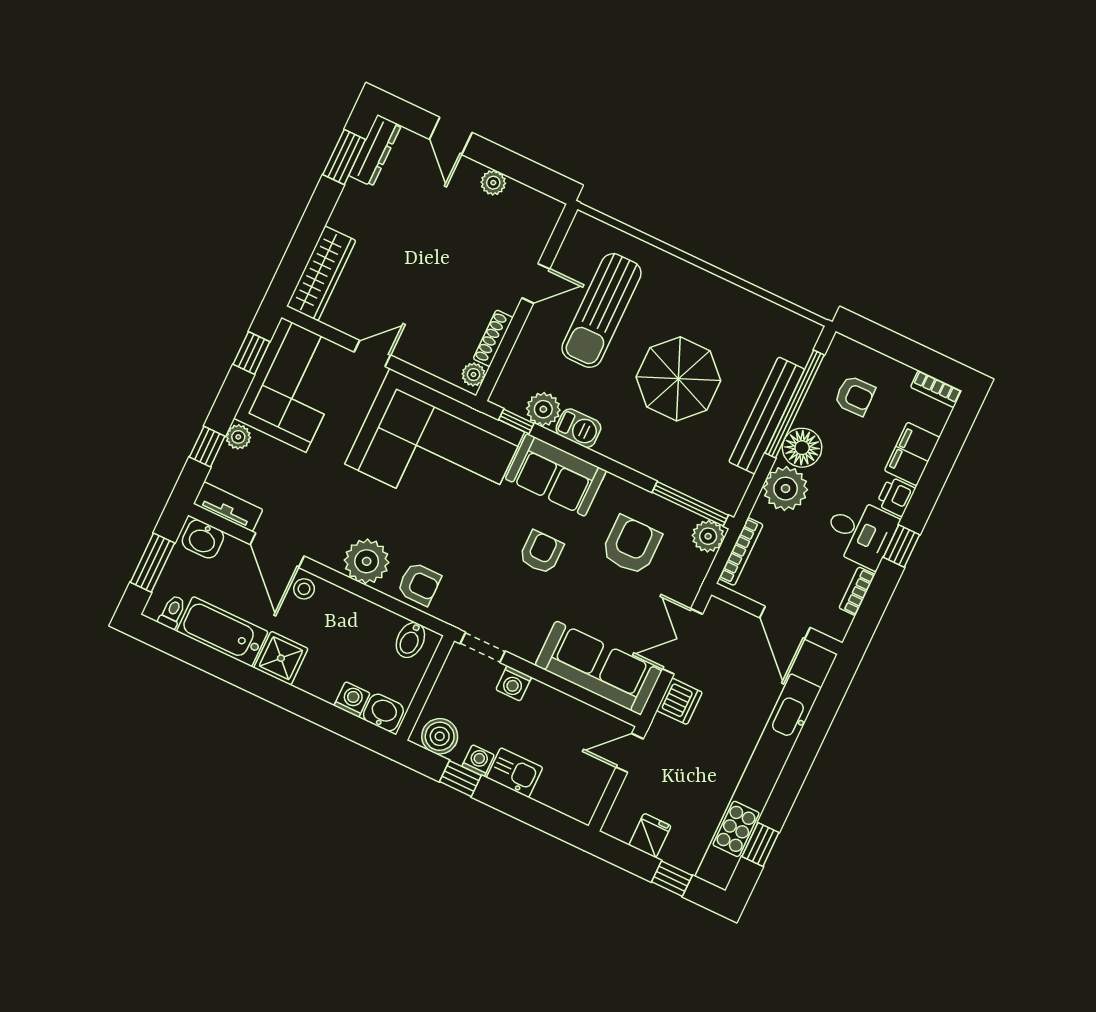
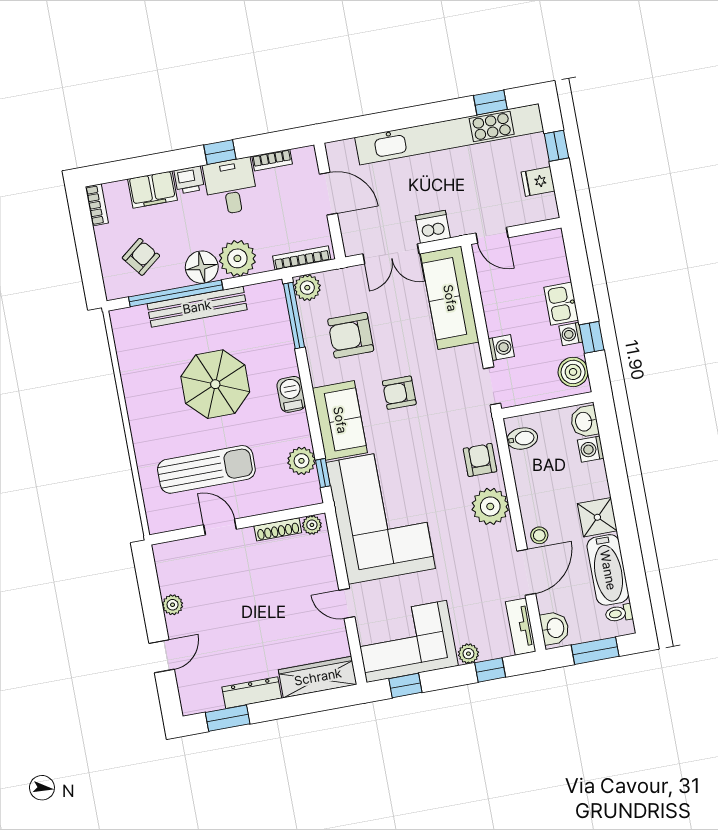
dresser: (375, 151) -> (252, 693), moved
armchair: (855, 396) -> (141, 257), turned 53
barbecue: (578, 428) -> (291, 394), moved
door: (785, 623) -> (328, 194), hinge flipped

